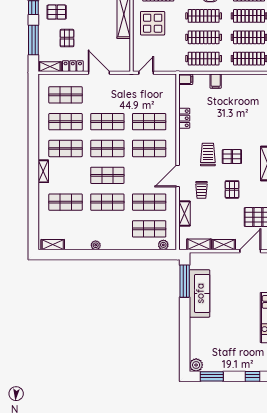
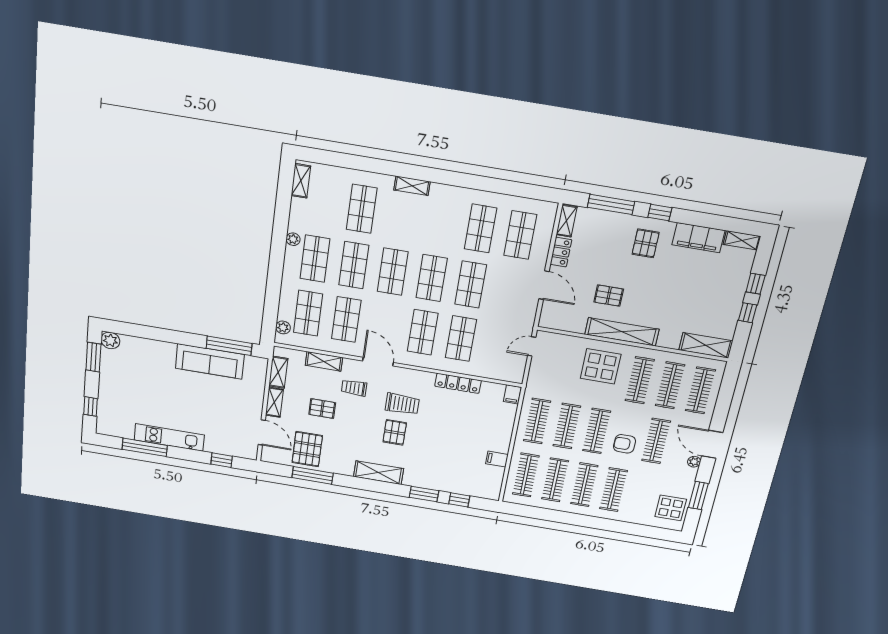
pallet: (67, 38) -> (609, 296), moved
door: (99, 73) -> (544, 285), hinge flipped
door: (146, 73) -> (532, 346), swing flipped
filing cabinet: (216, 81) -> (497, 459), moved
locker: (184, 118) -> (458, 383), width x1.53
shop shelf: (66, 149) -> (315, 259), moved
pallet: (232, 189) -> (322, 409), moved

